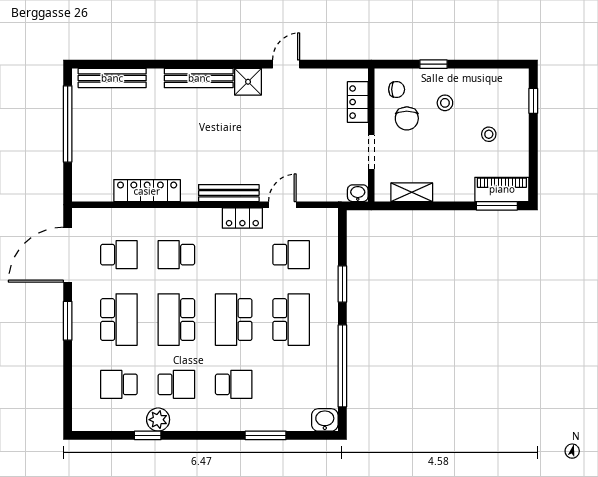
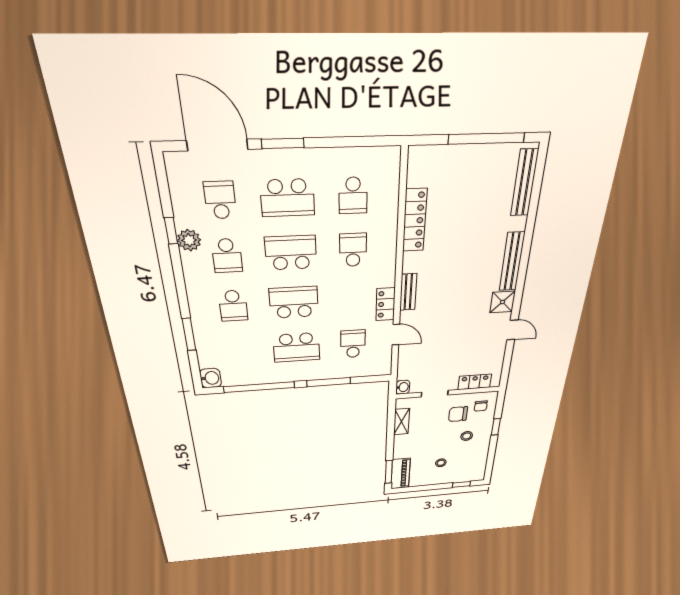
bench: (229, 193) -> (408, 292), width x0.73
door: (68, 255) -> (217, 145), moved
school desk: (291, 255) -> (353, 344), turned 180
window: (342, 284) -> (329, 382), width x1.44

